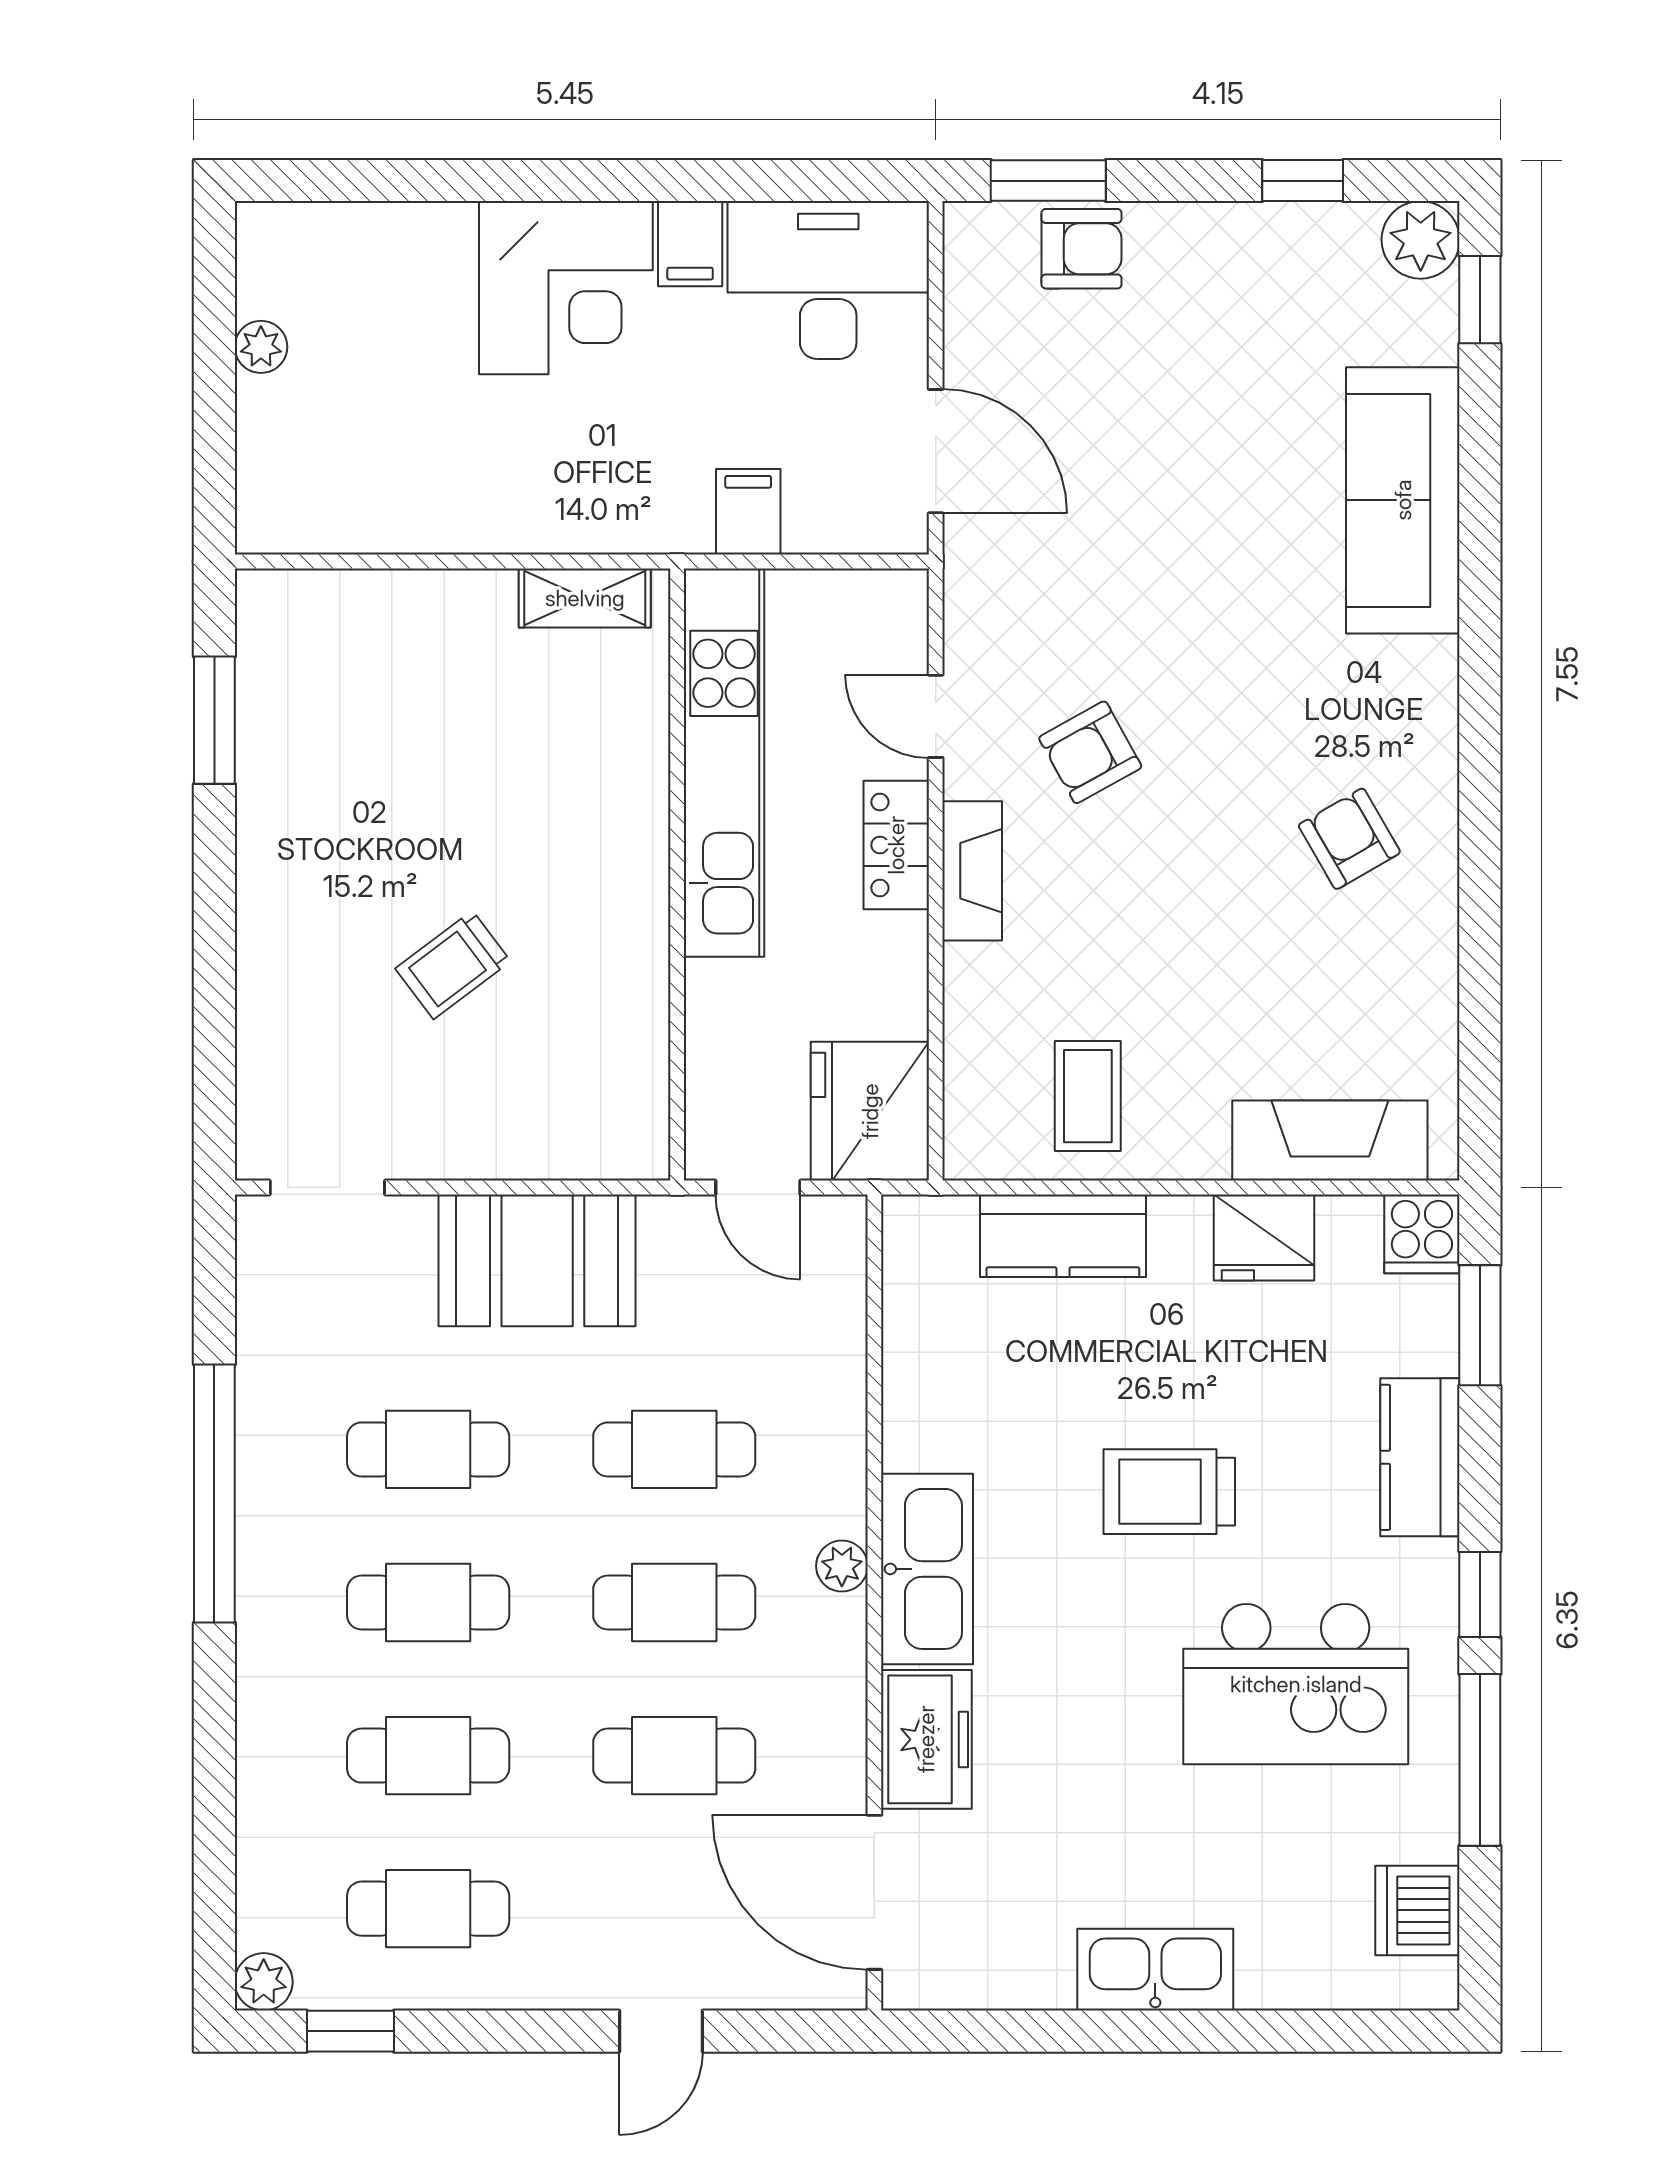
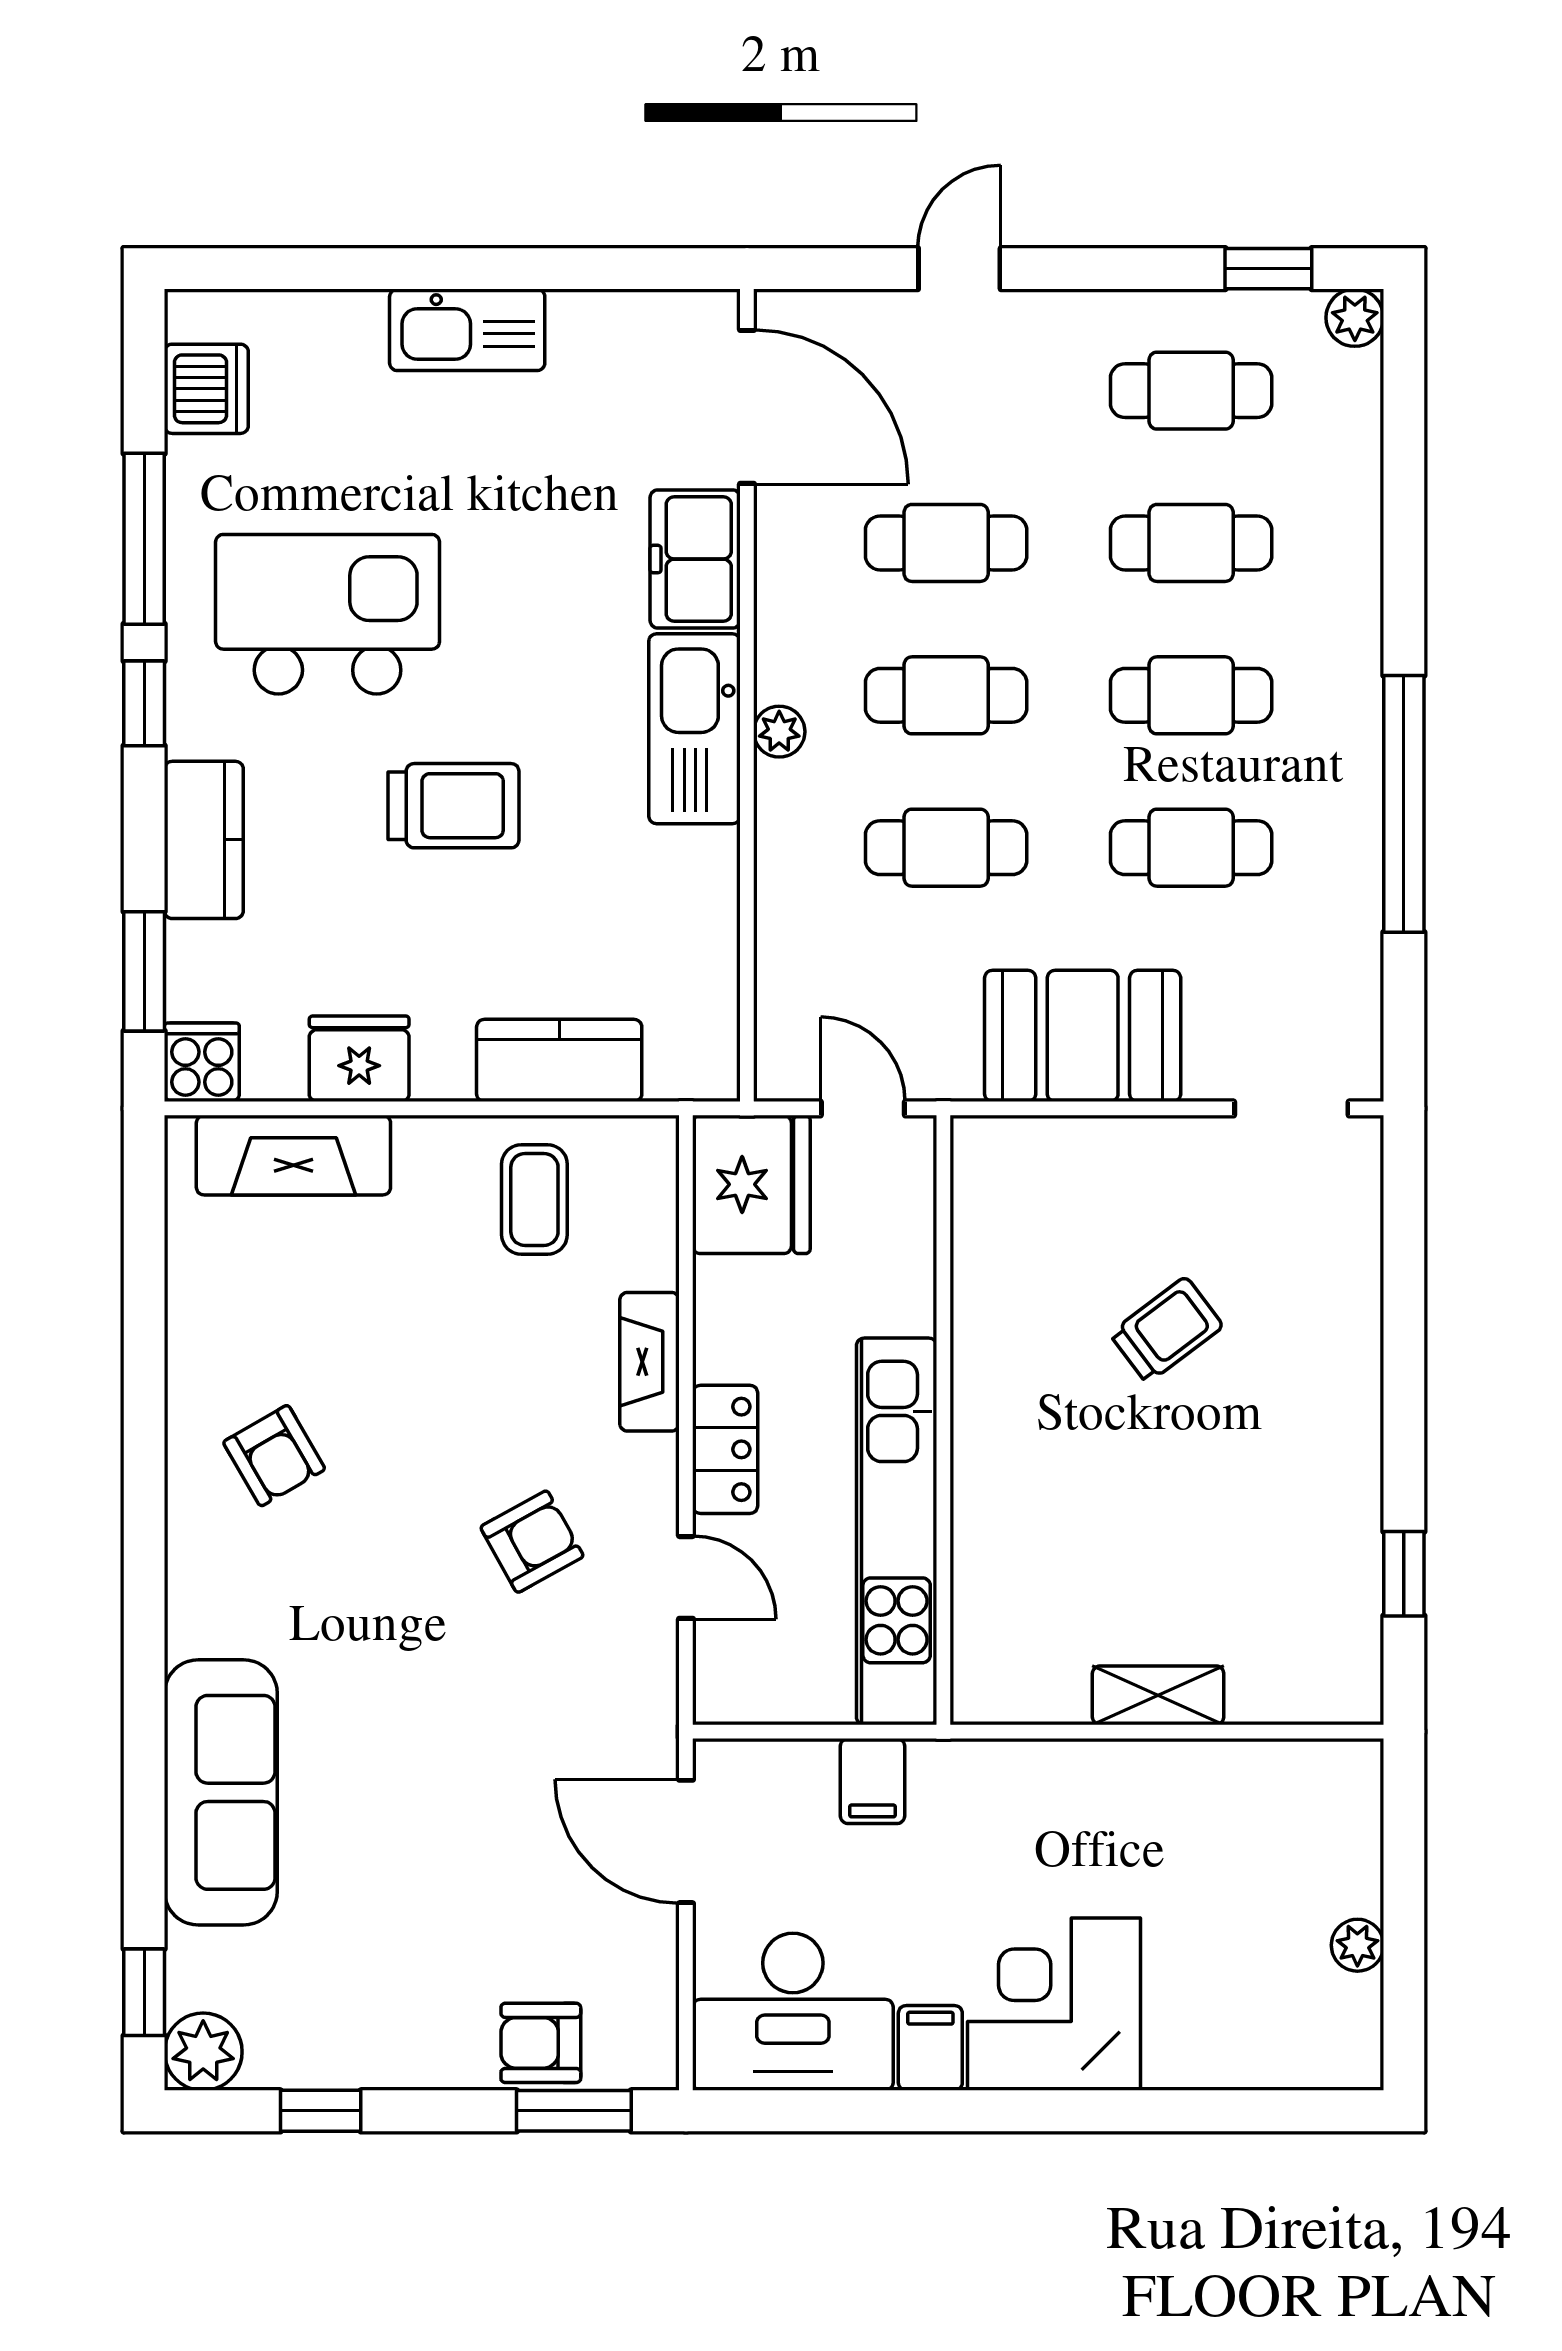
shelving: (585, 598) -> (1158, 1695), moved
window: (214, 720) -> (1404, 1574), width x0.67
fireplace: (972, 871) -> (650, 1362), moved

